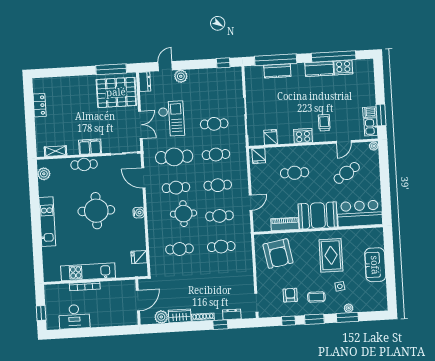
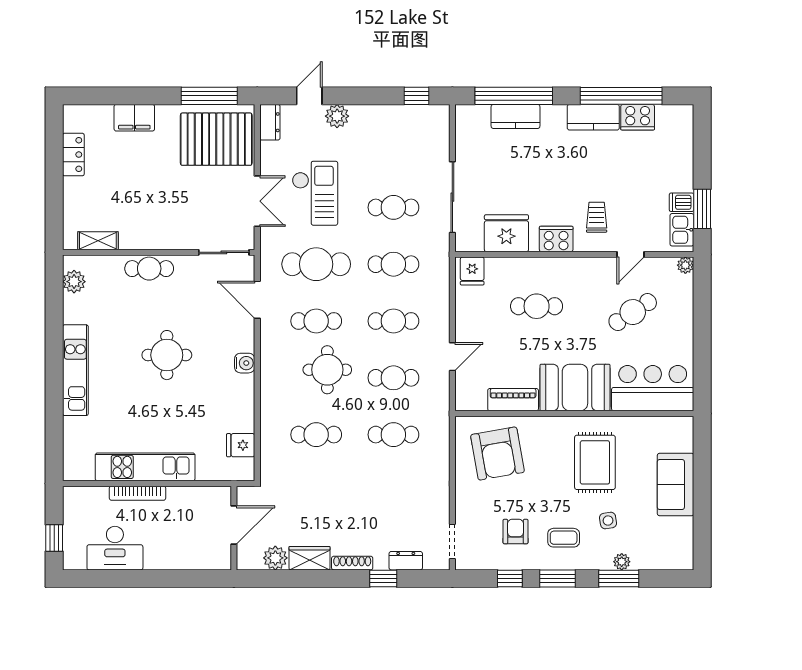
fridge: (271, 137) -> (506, 233), width x1.88, depth x1.34
filing cabinet: (90, 147) -> (134, 118), moved, turned 180
round table: (96, 211) -> (167, 355), width x0.73, depth x0.73

